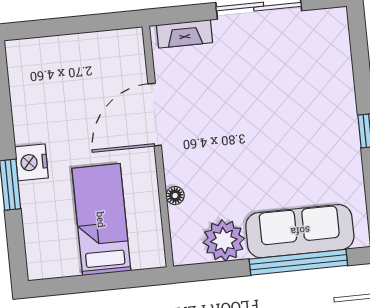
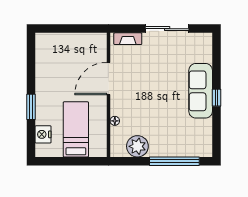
nightstand: (31, 162) -> (43, 134), moved
sofa: (300, 231) -> (201, 91), moved, turned -90

